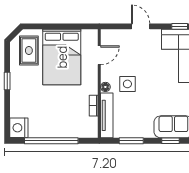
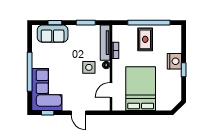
rug: (29, 51) -> (145, 39), moved
nightstand: (19, 128) -> (174, 61), moved

